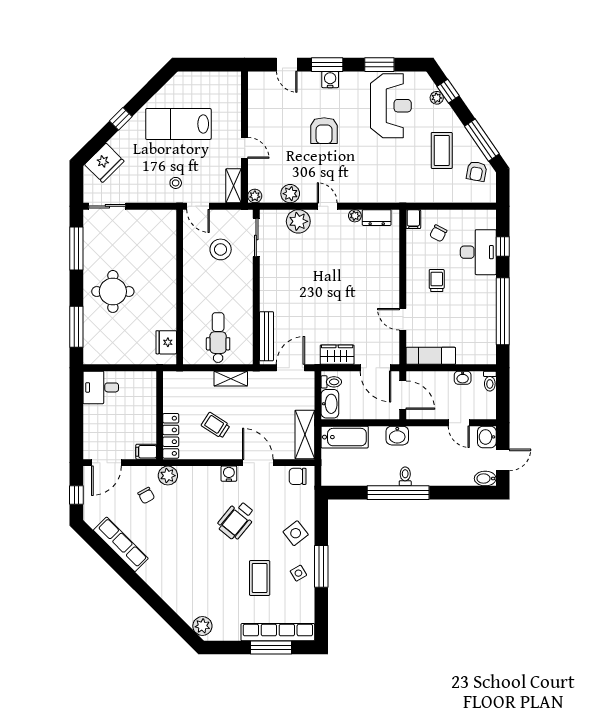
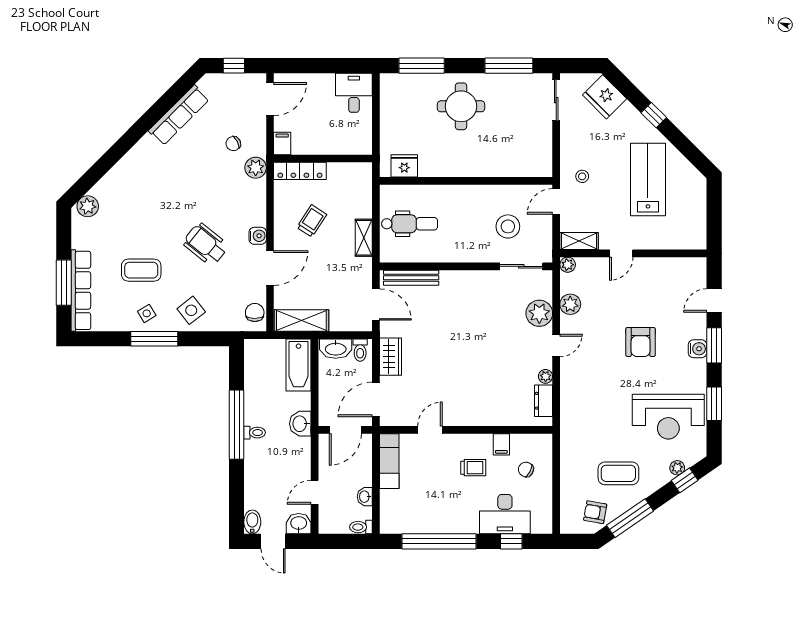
armchair: (324, 131) -> (641, 342), turned -90
filing cabinet: (413, 219) -> (501, 444), moved, turned -90
door: (106, 463) -> (270, 99), swing flipped

